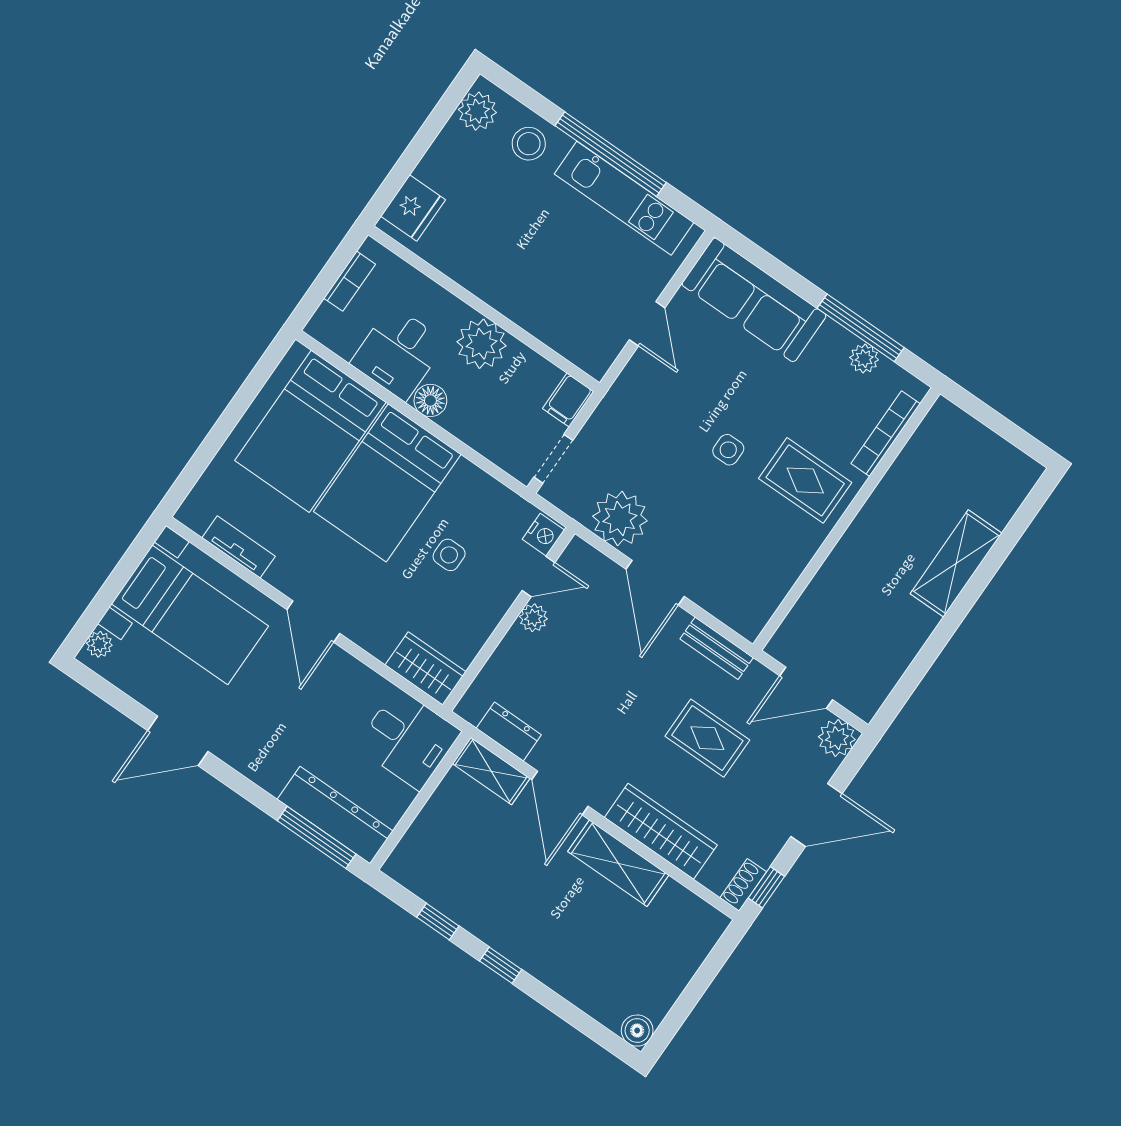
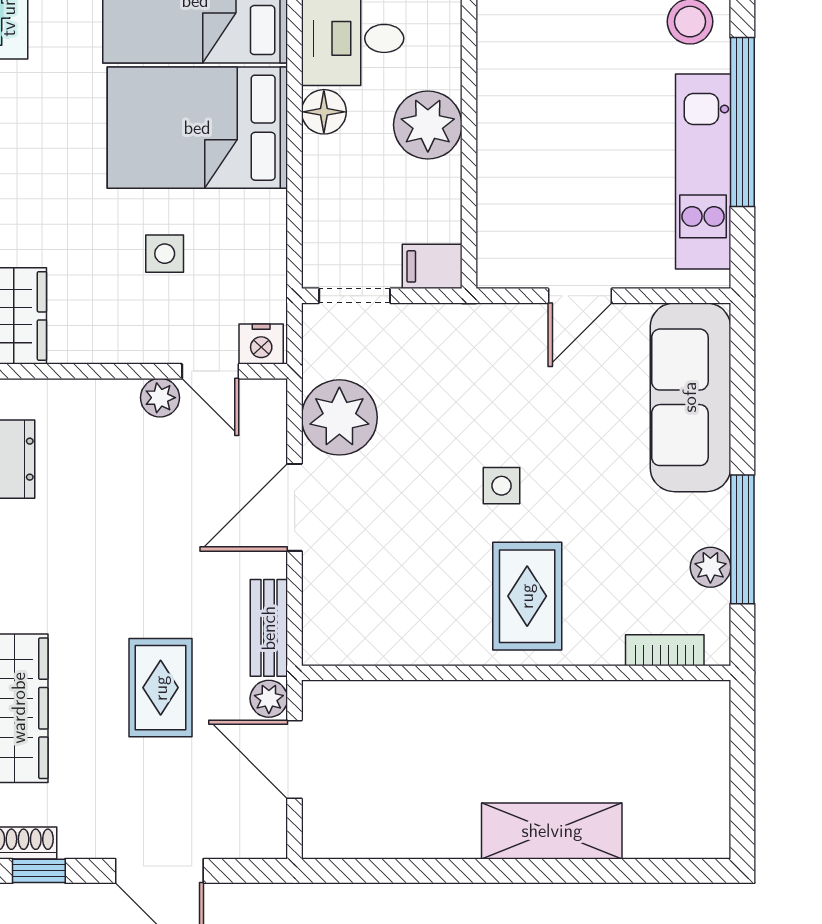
bookcase: (886, 434) -> (665, 650), width x0.64
plant: (837, 738) -> (269, 699), moved, width x0.73, depth x0.73

